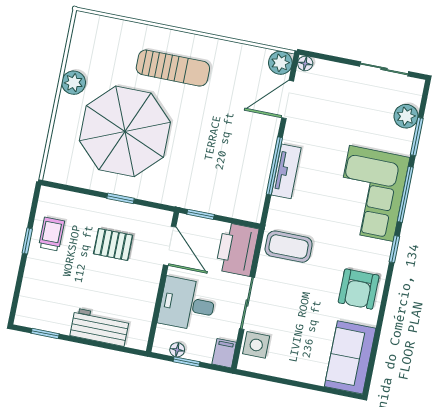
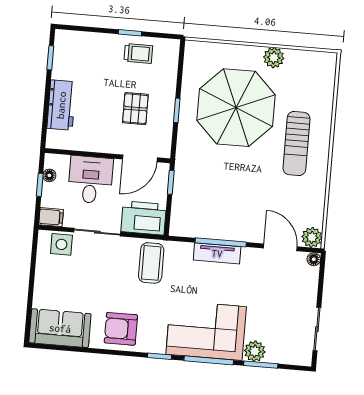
plant: (406, 116) -> (255, 351), moved

